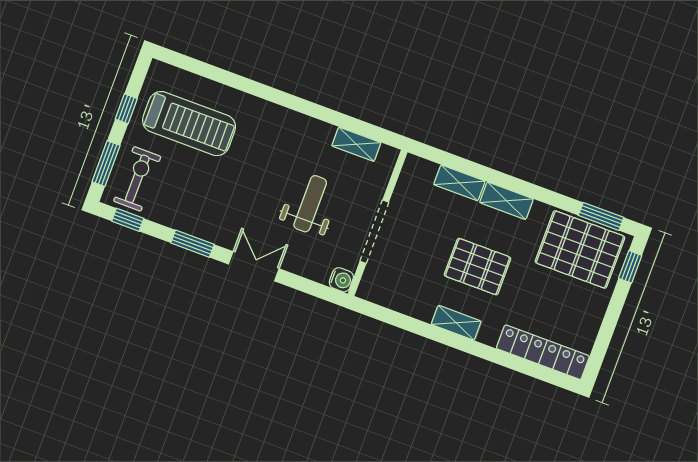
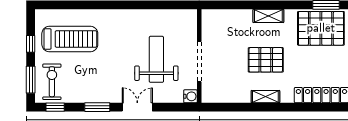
shelving: (356, 144) -> (170, 15), removed
shelving: (459, 183) -> (238, 16), removed
weight bench: (310, 204) -> (156, 59), width x1.36, depth x1.33

